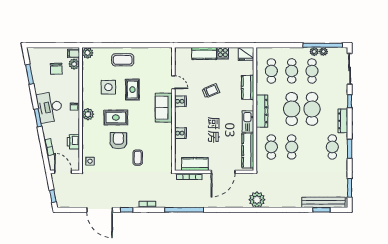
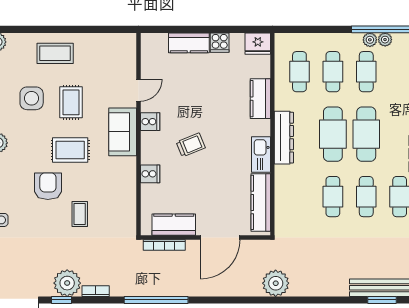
door: (173, 82) -> (139, 90), hinge flipped
trolley: (211, 91) -> (191, 145), moved
rug: (116, 118) -> (70, 150), moved
cafe table: (271, 147) -> (366, 197), moved
plant: (130, 200) -> (67, 283), added

